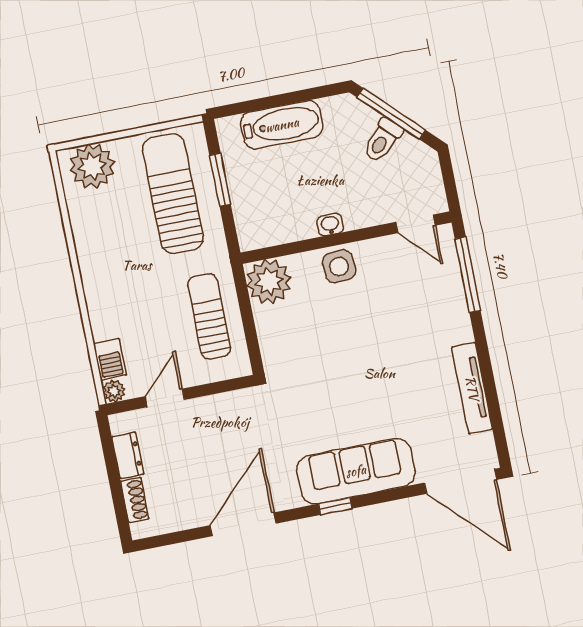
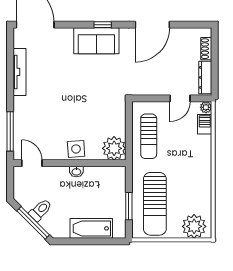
dresser: (128, 455) -> (205, 77), width x1.44
sofa: (356, 471) -> (96, 41), width x0.73

